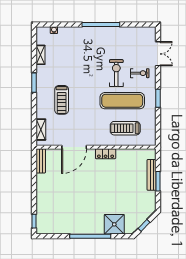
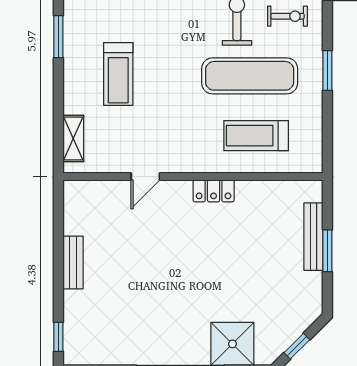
door: (74, 147) -> (145, 177), width x0.53
bench: (41, 161) -> (73, 262), moved

